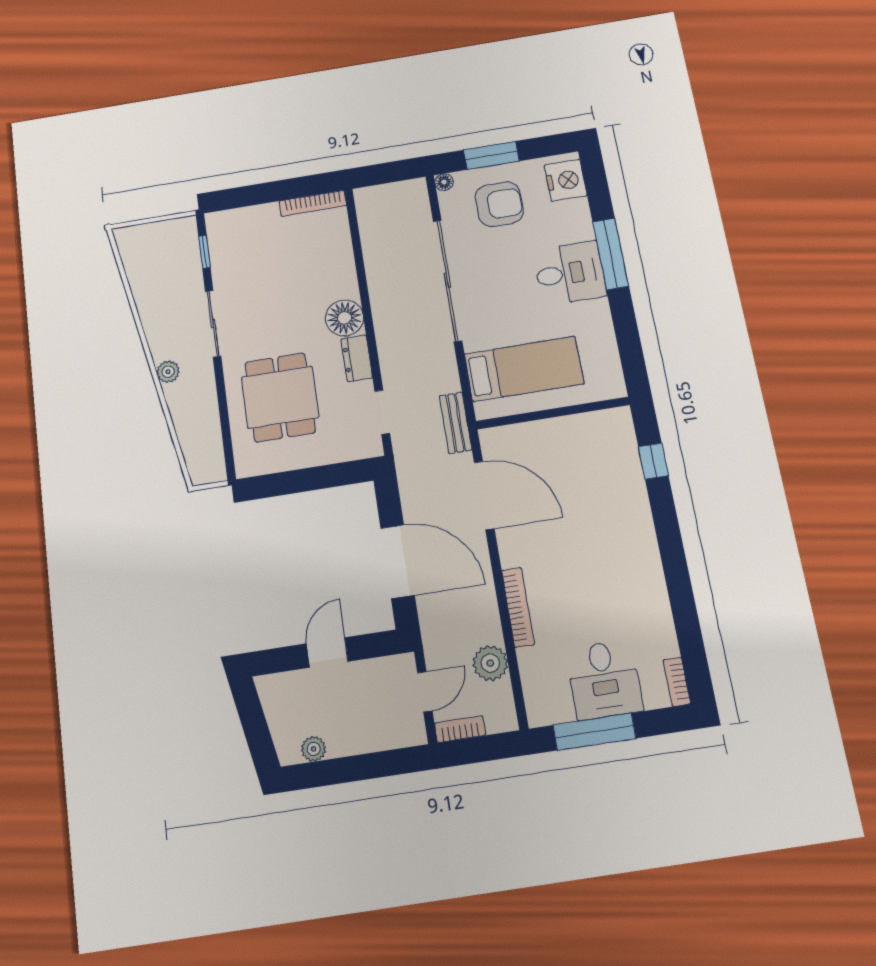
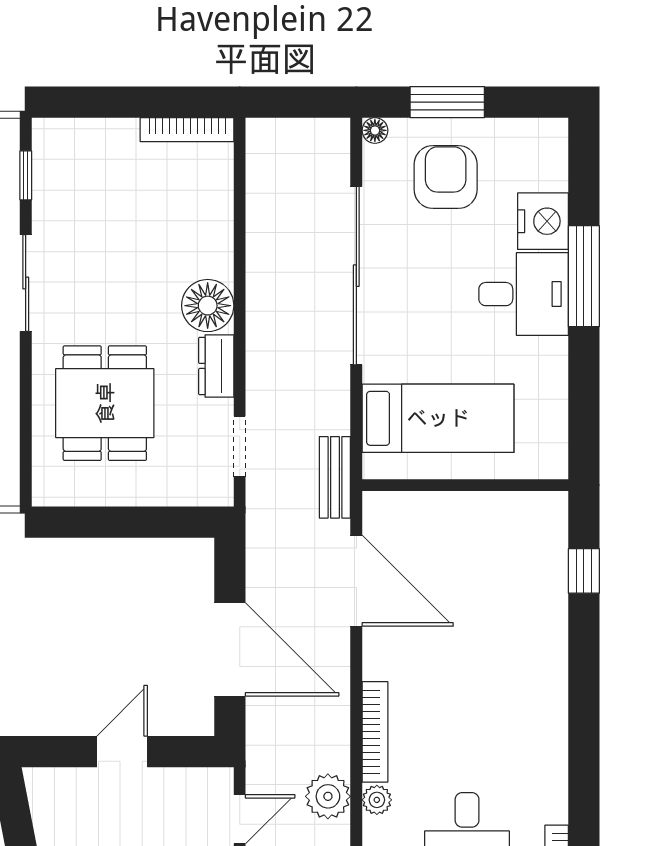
nightstand: (566, 180) -> (543, 221), moved
armchair: (499, 204) -> (446, 177), turned -90
plant: (529, 660) -> (377, 800), added

